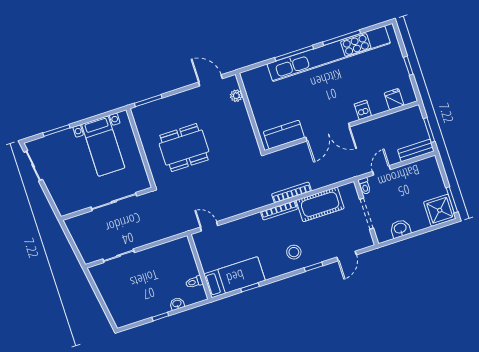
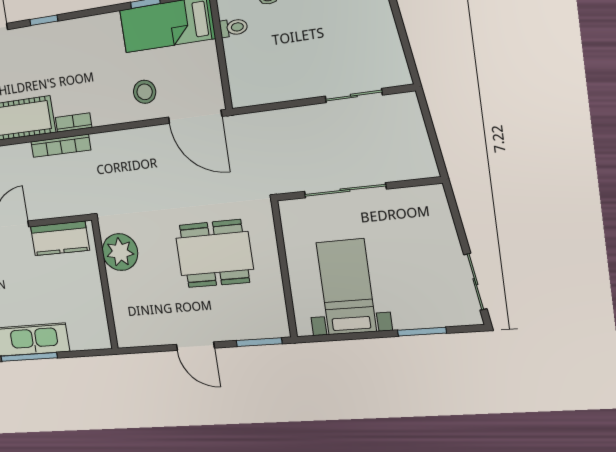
door: (210, 80) -> (195, 346), moved
plant: (236, 96) -> (120, 252), moved, width x1.87, depth x1.87
bookcase: (279, 210) -> (73, 122), width x0.64
door: (209, 226) -> (195, 117), width x1.88
stool: (294, 252) -> (145, 92), moved

